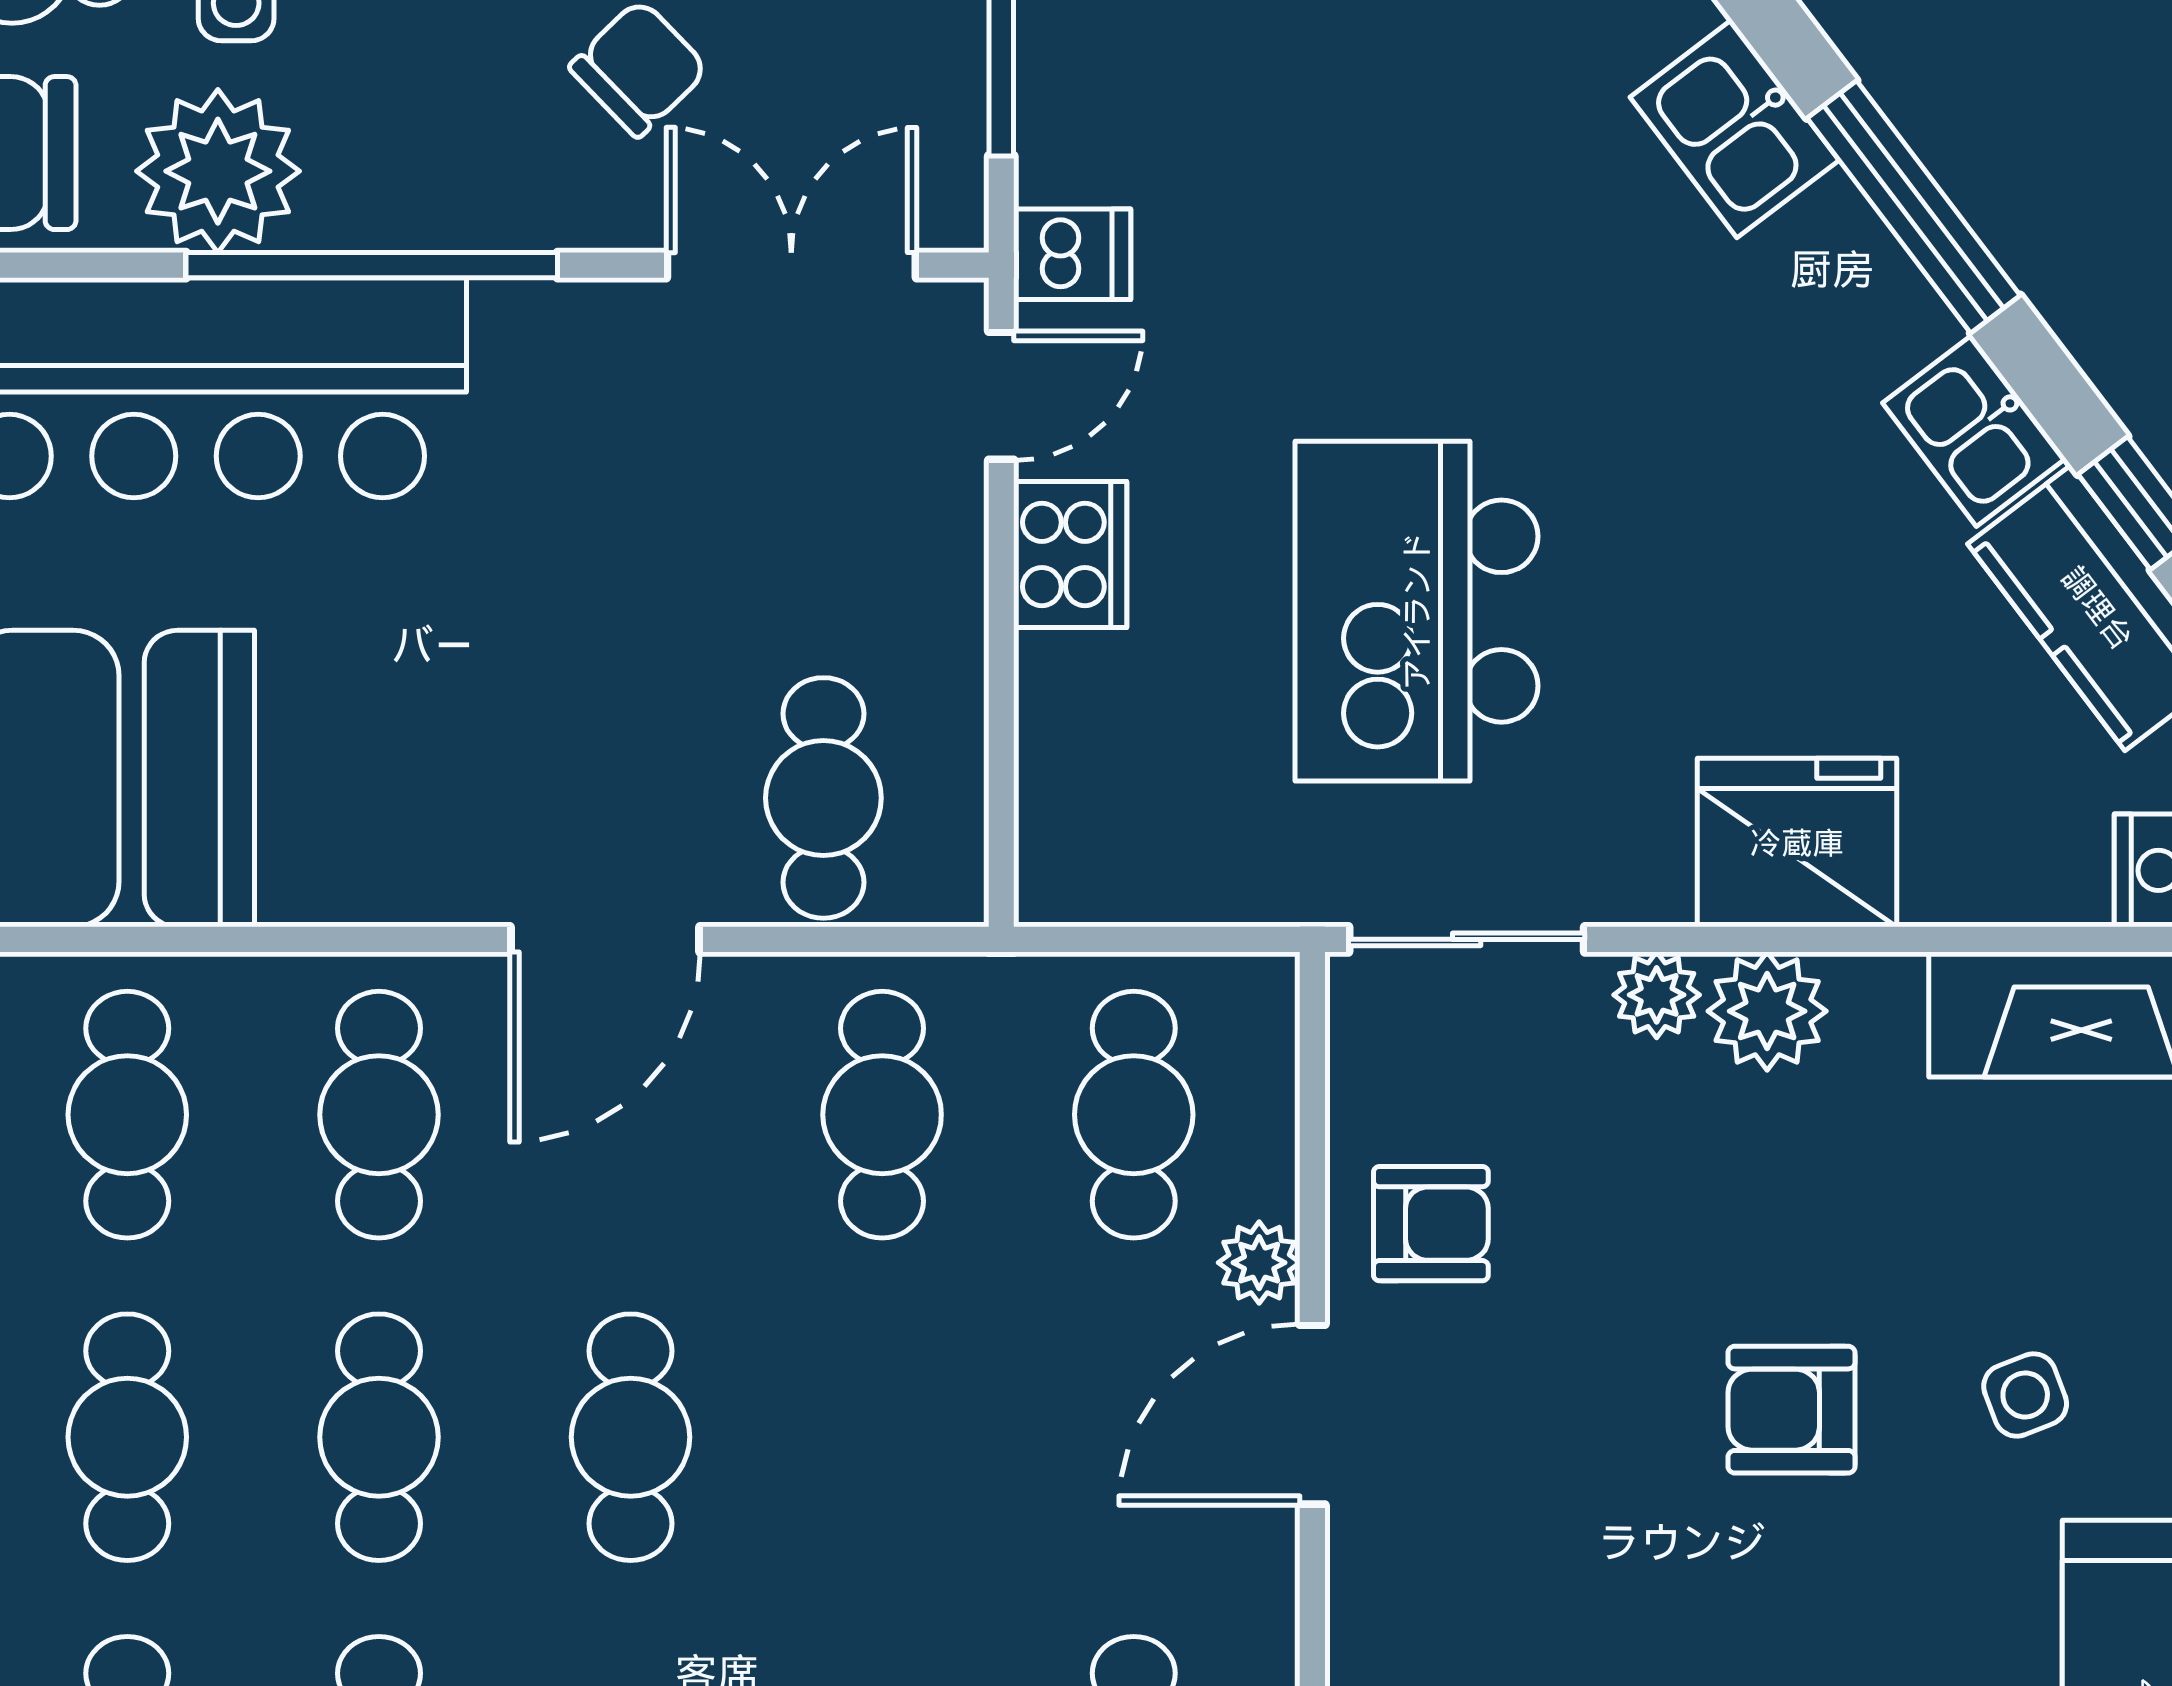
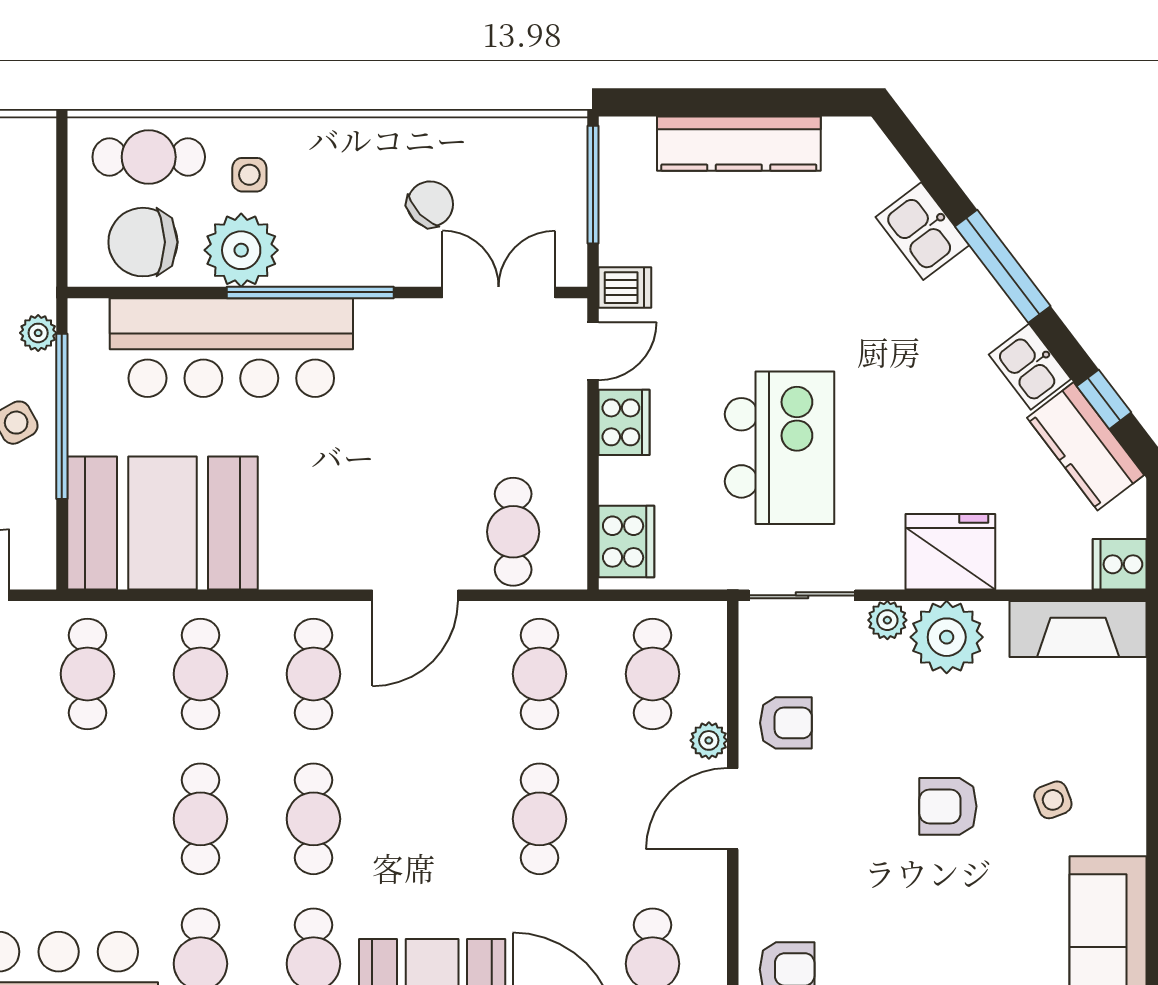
kitchen island: (1417, 611) -> (780, 448), turned 180
cooker: (1076, 820) -> (626, 542), added
plant: (1767, 1011) -> (947, 637), width x1.36, depth x1.36
cafe table: (631, 1437) -> (539, 819), moved

